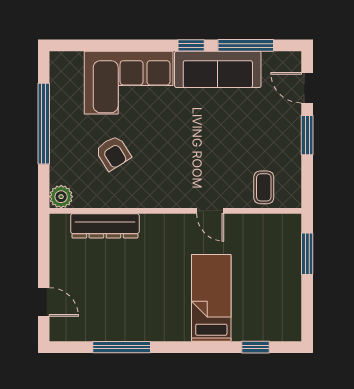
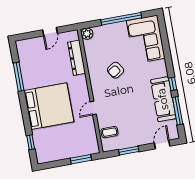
corner sofa: (129, 83) -> (146, 39), moved
window: (307, 135) -> (129, 151), moved
armchair: (113, 153) -> (115, 70), moved
bed: (211, 298) -> (49, 106), width x2.04
door: (44, 302) -> (50, 32), moved

